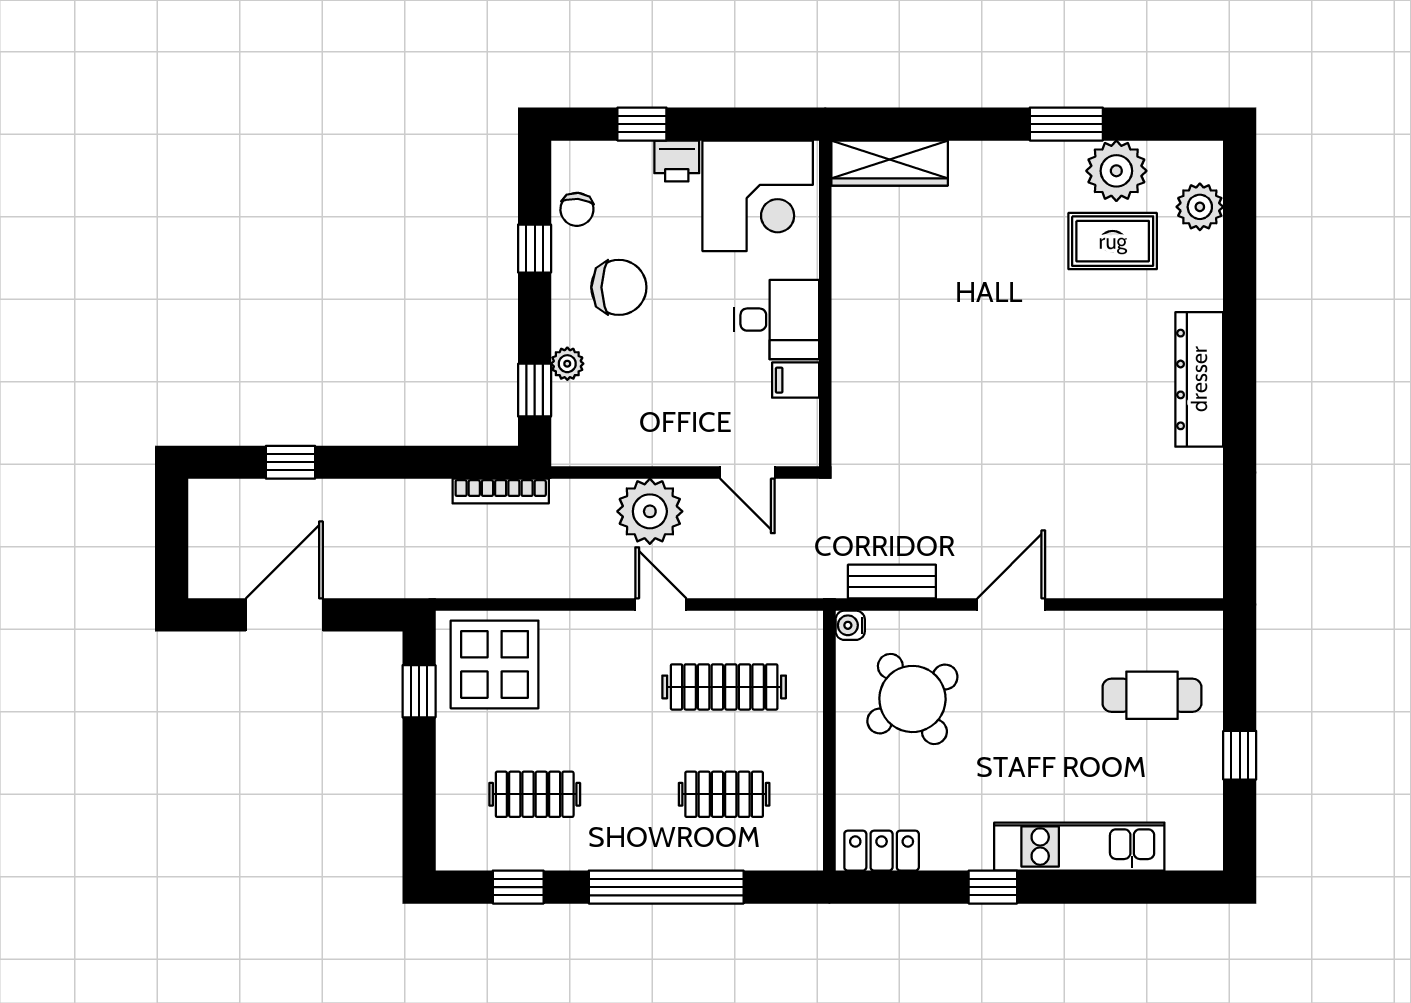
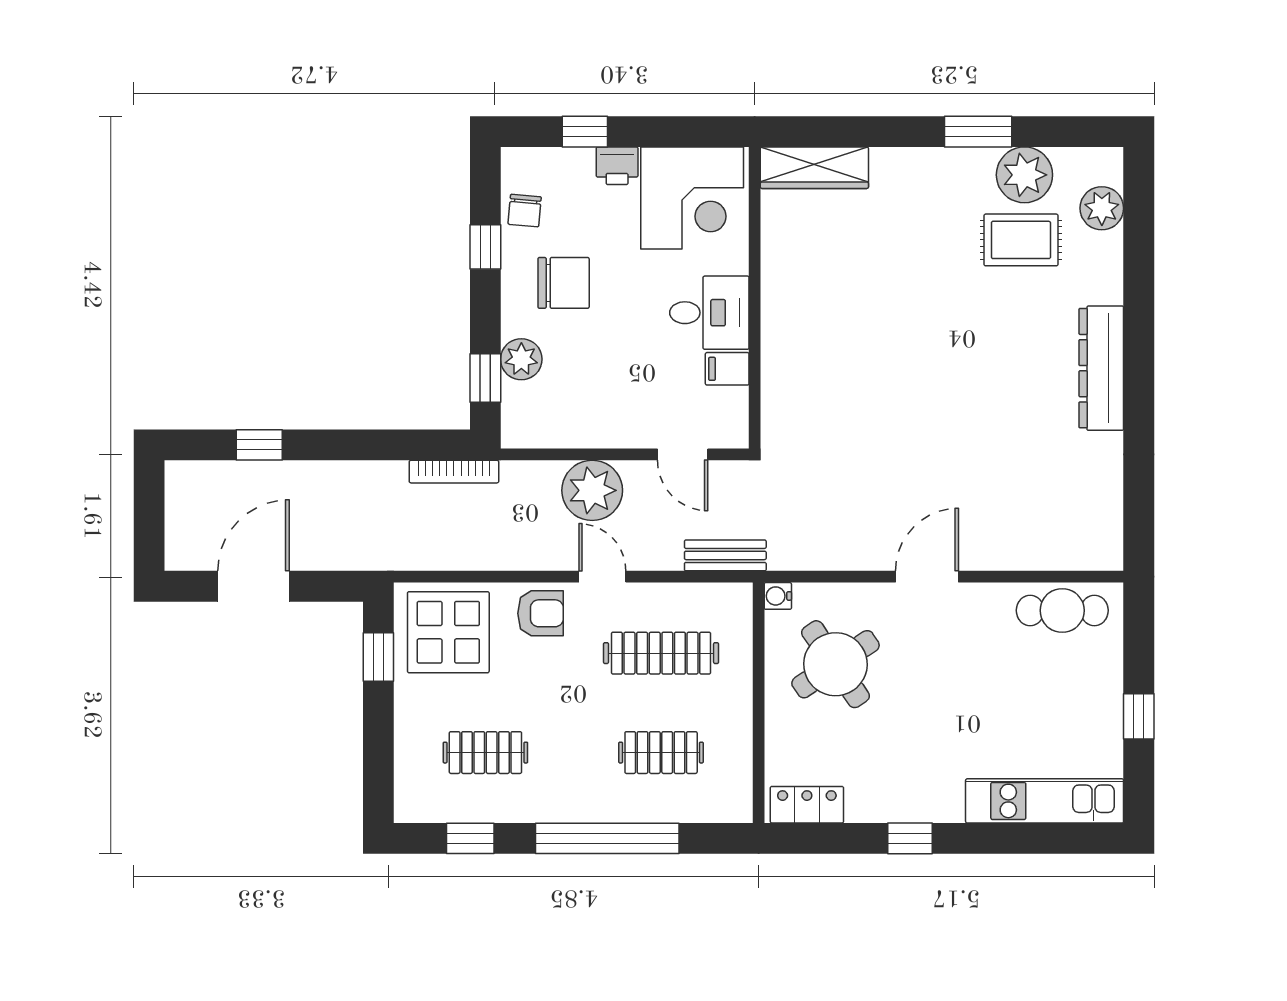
plant: (567, 364) -> (521, 359), width x1.38, depth x1.38
bench: (892, 582) -> (725, 555), moved
armchair: (594, 644) -> (540, 613), added
cafe table: (1152, 695) -> (1062, 610), moved
kitchen unit: (1079, 847) -> (1045, 801), moved

